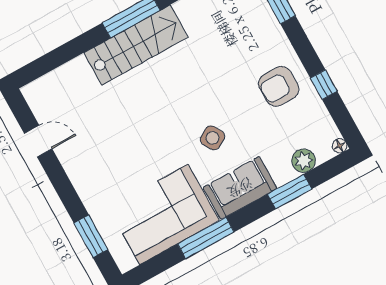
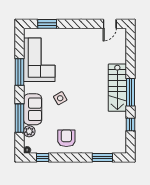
window: (324, 85) -> (43, 158), moved
door: (38, 141) -> (110, 24), moved
sofa: (240, 188) -> (33, 109), moved
window: (290, 192) -> (20, 118), width x1.44

